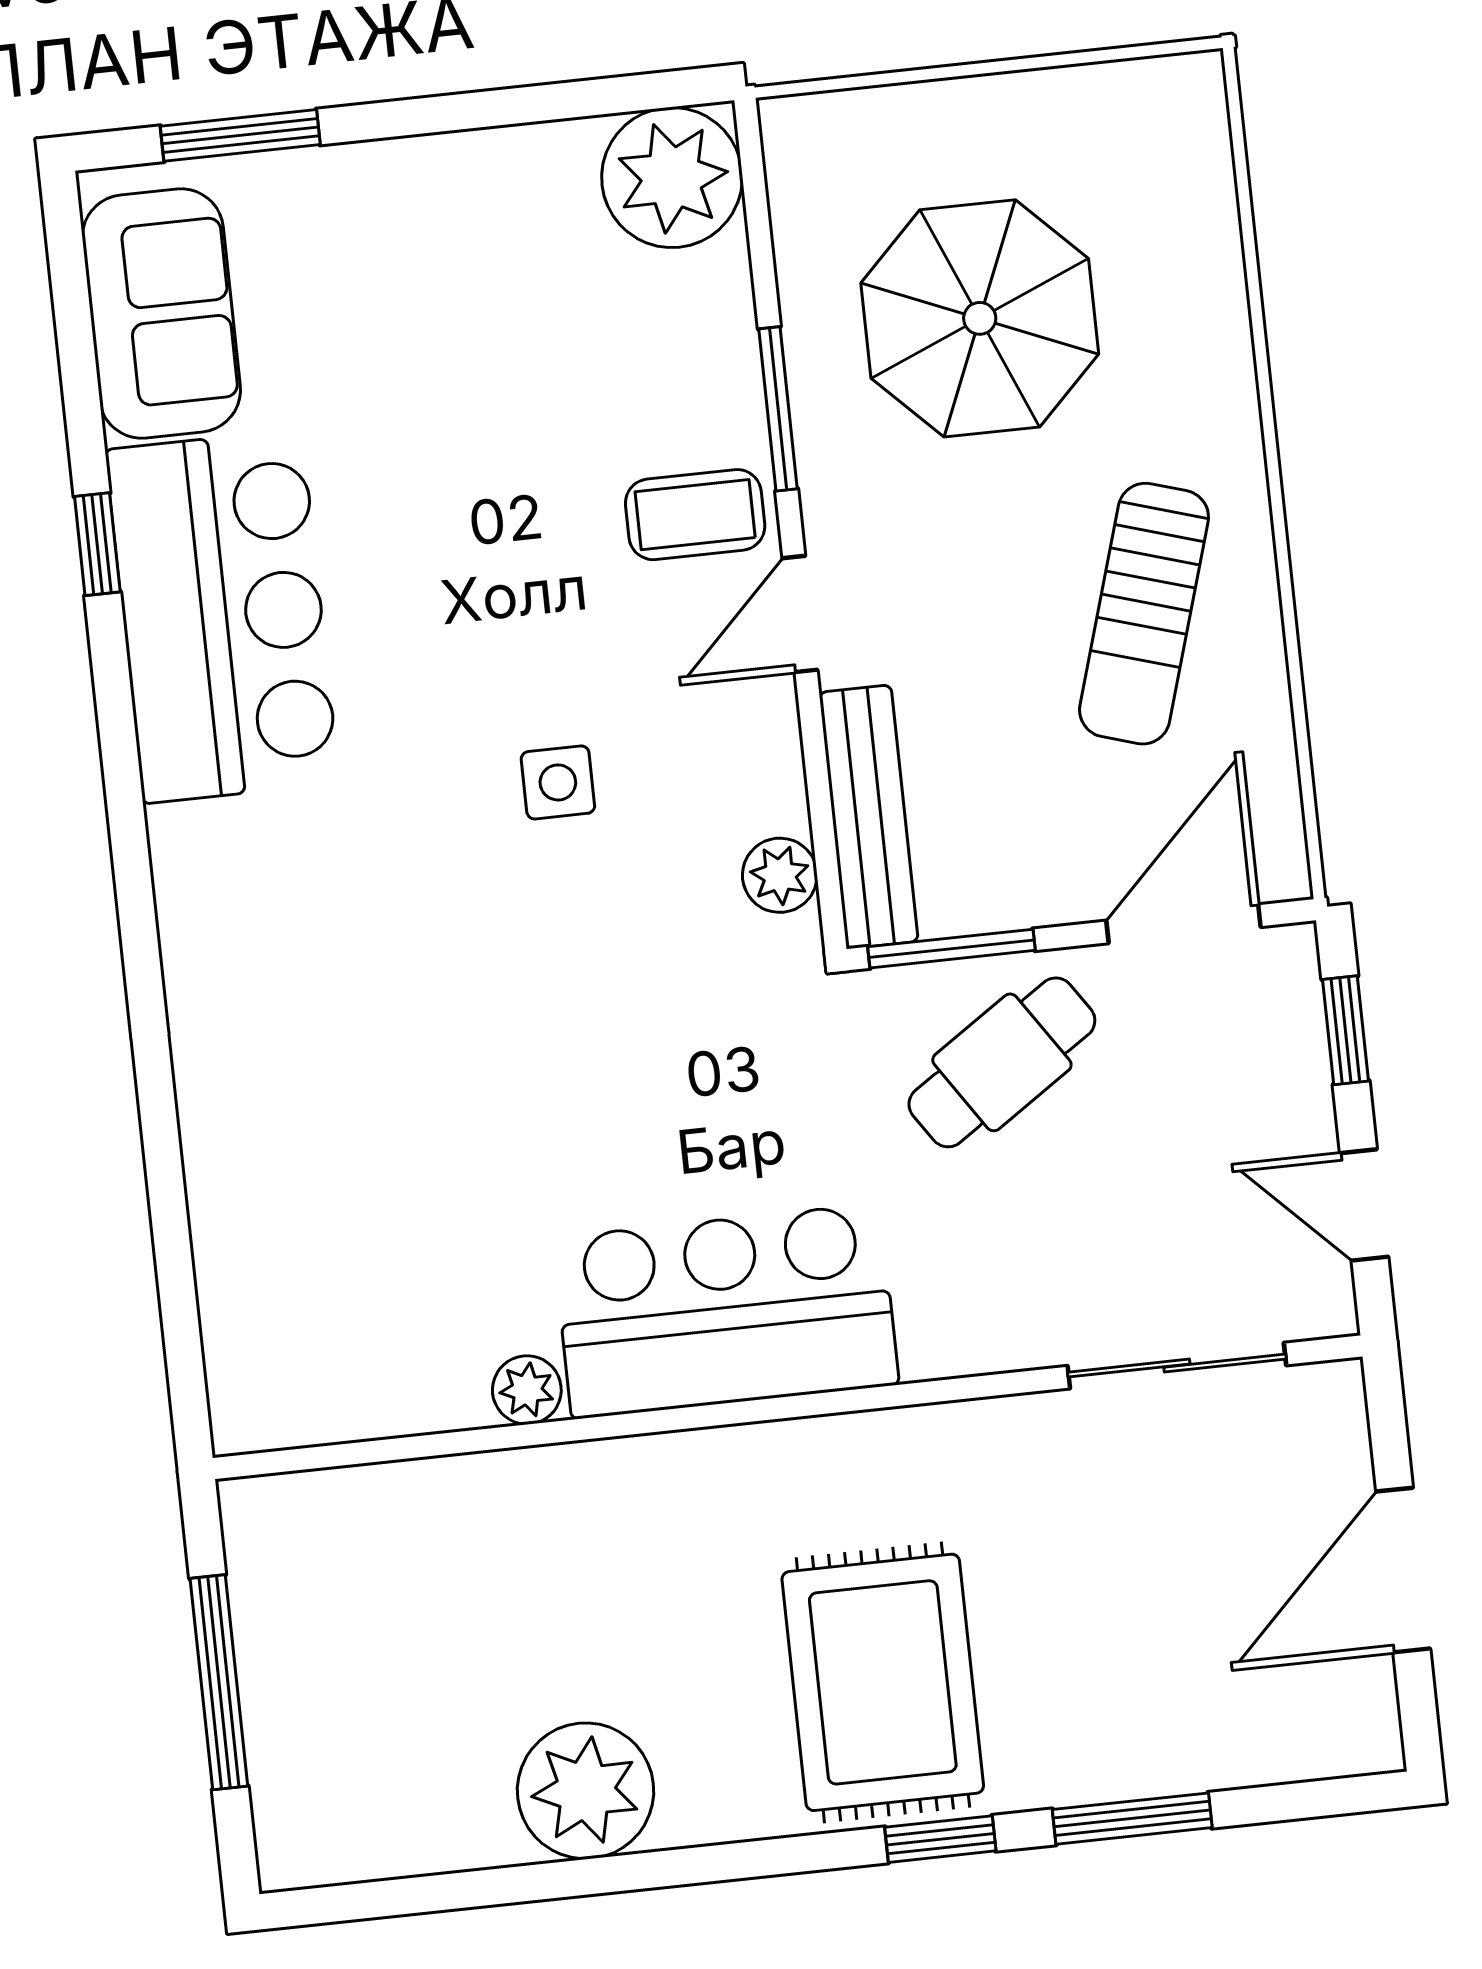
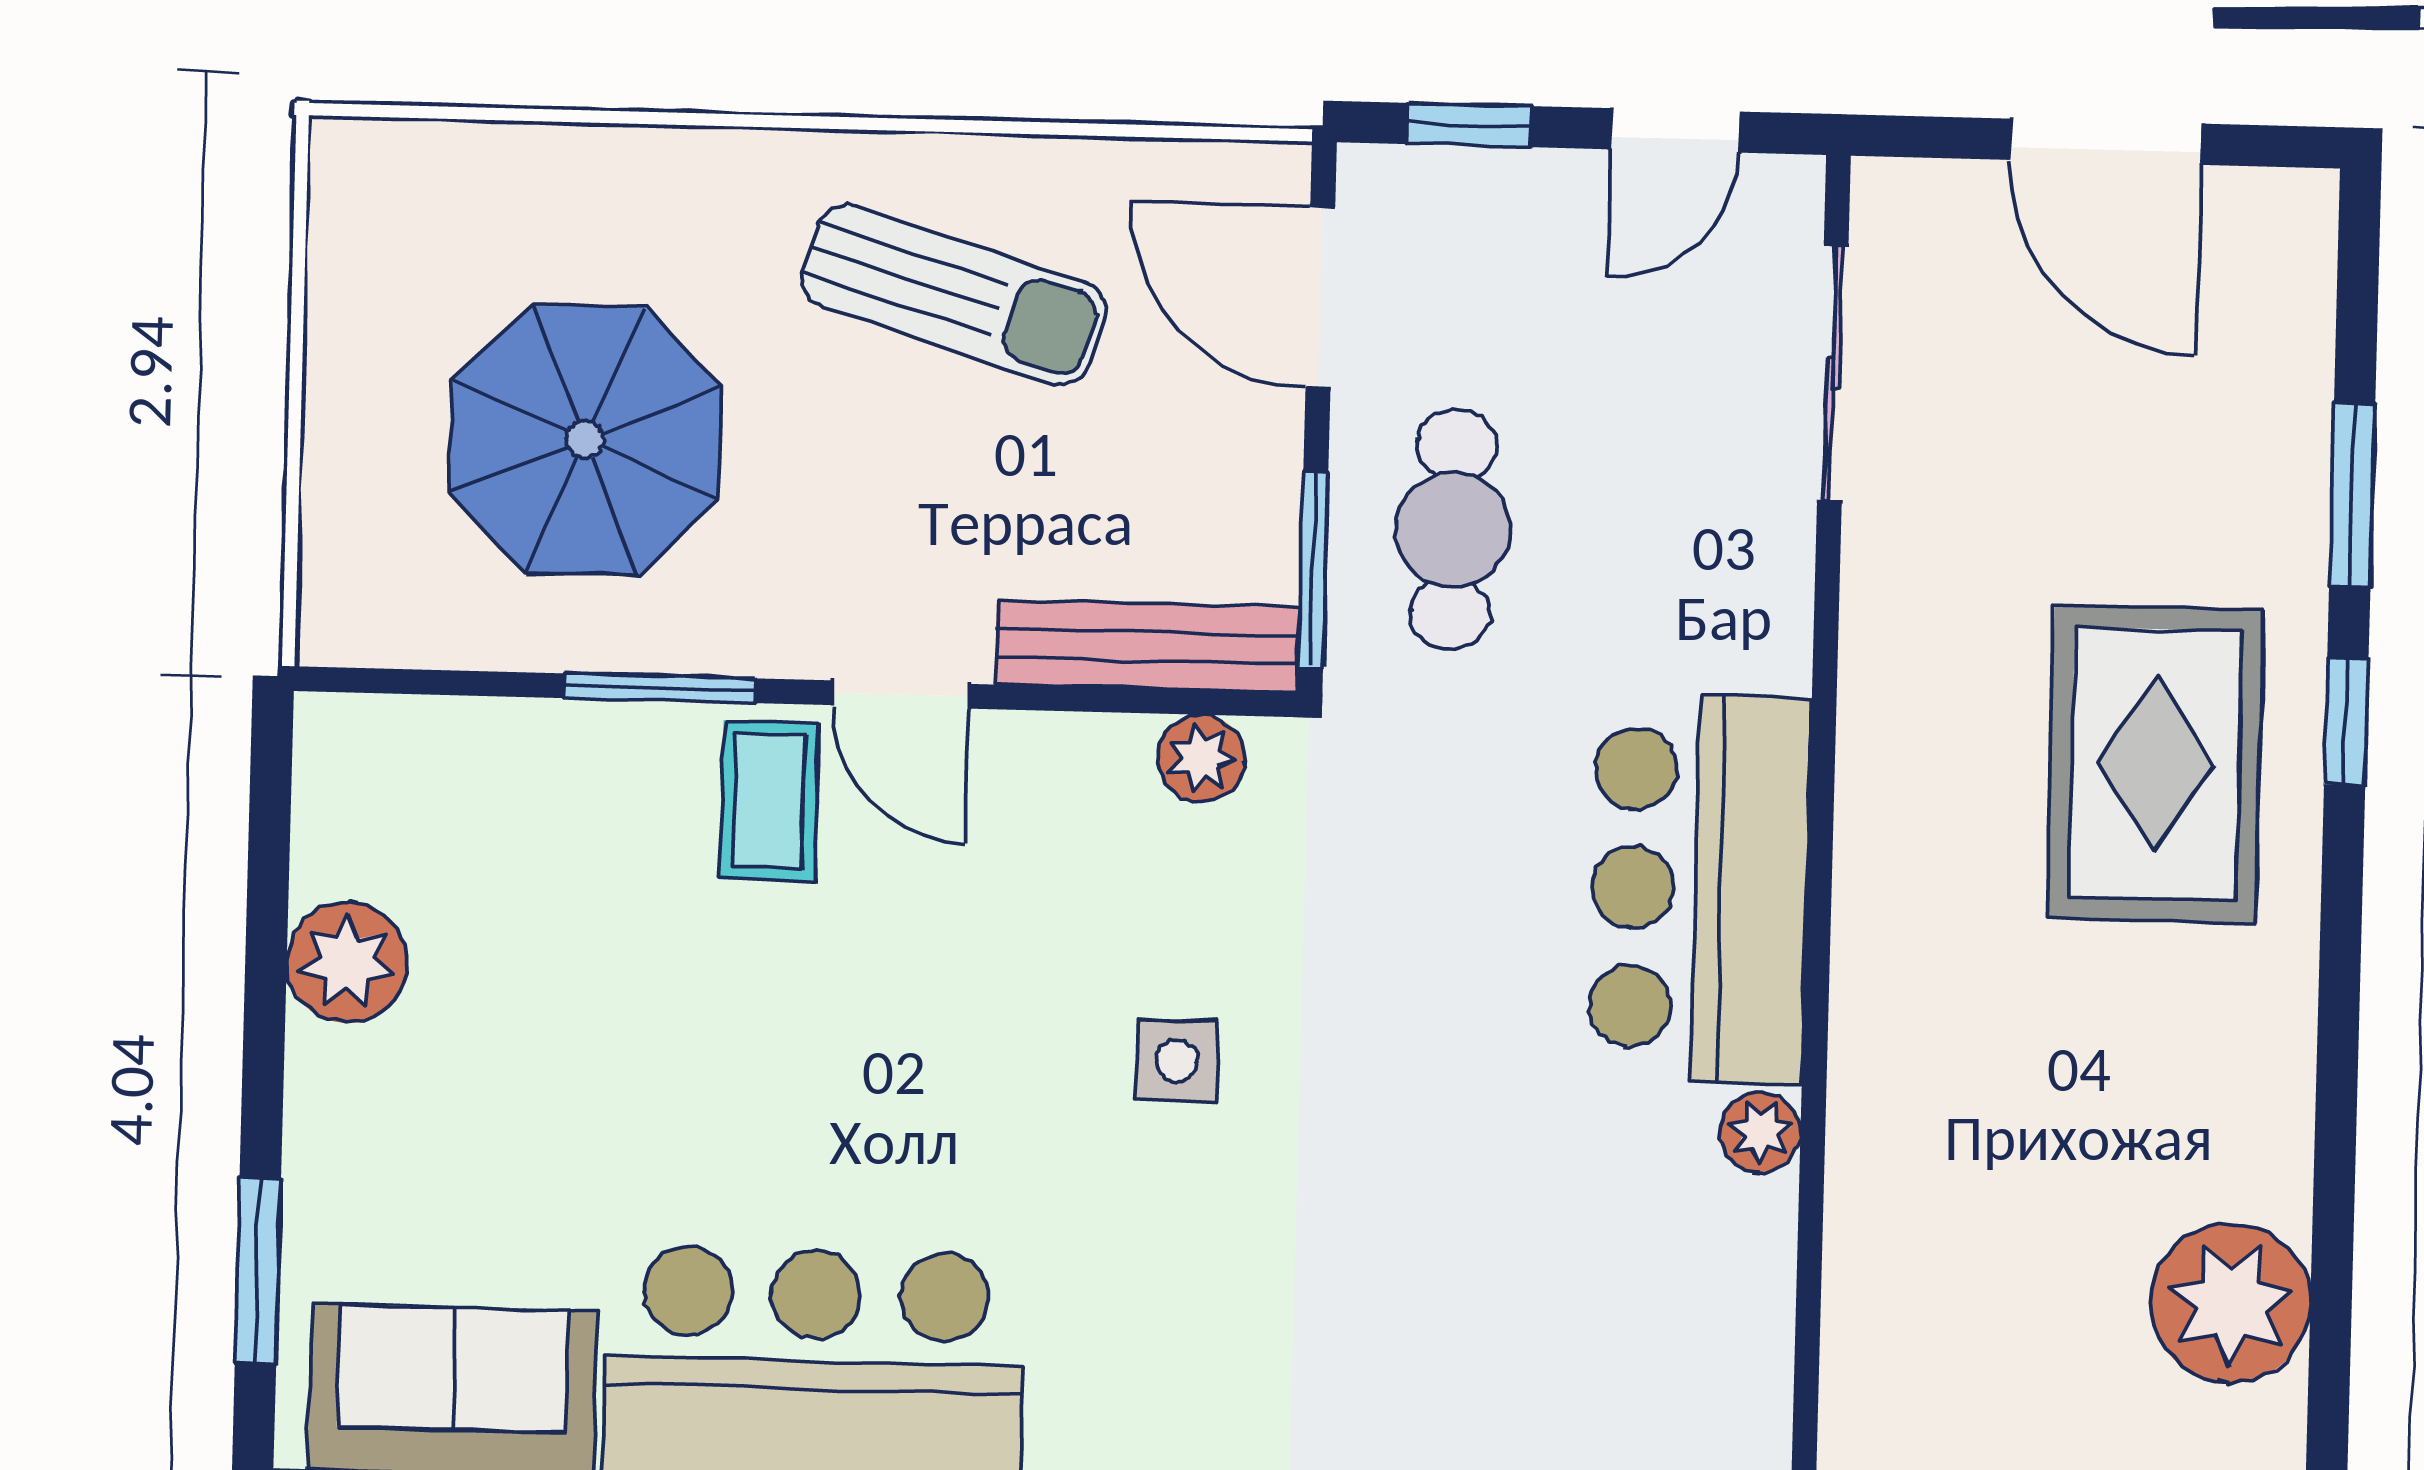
plant: (672, 178) -> (347, 962), moved, width x0.73, depth x0.73
side table: (558, 782) -> (1177, 1061), moved
cafe table: (1002, 1062) -> (1453, 529), turned 35
rug: (883, 1682) -> (2155, 764), turned 90
plant: (586, 1791) -> (2231, 1303), moved

